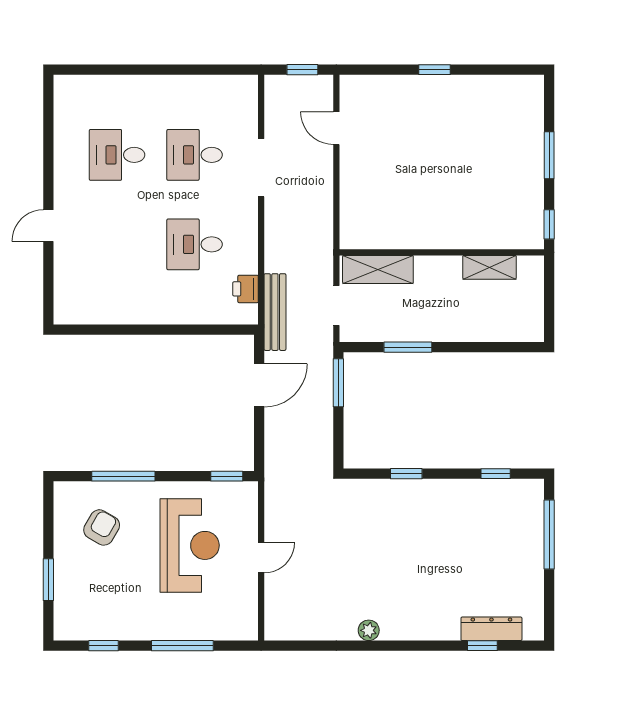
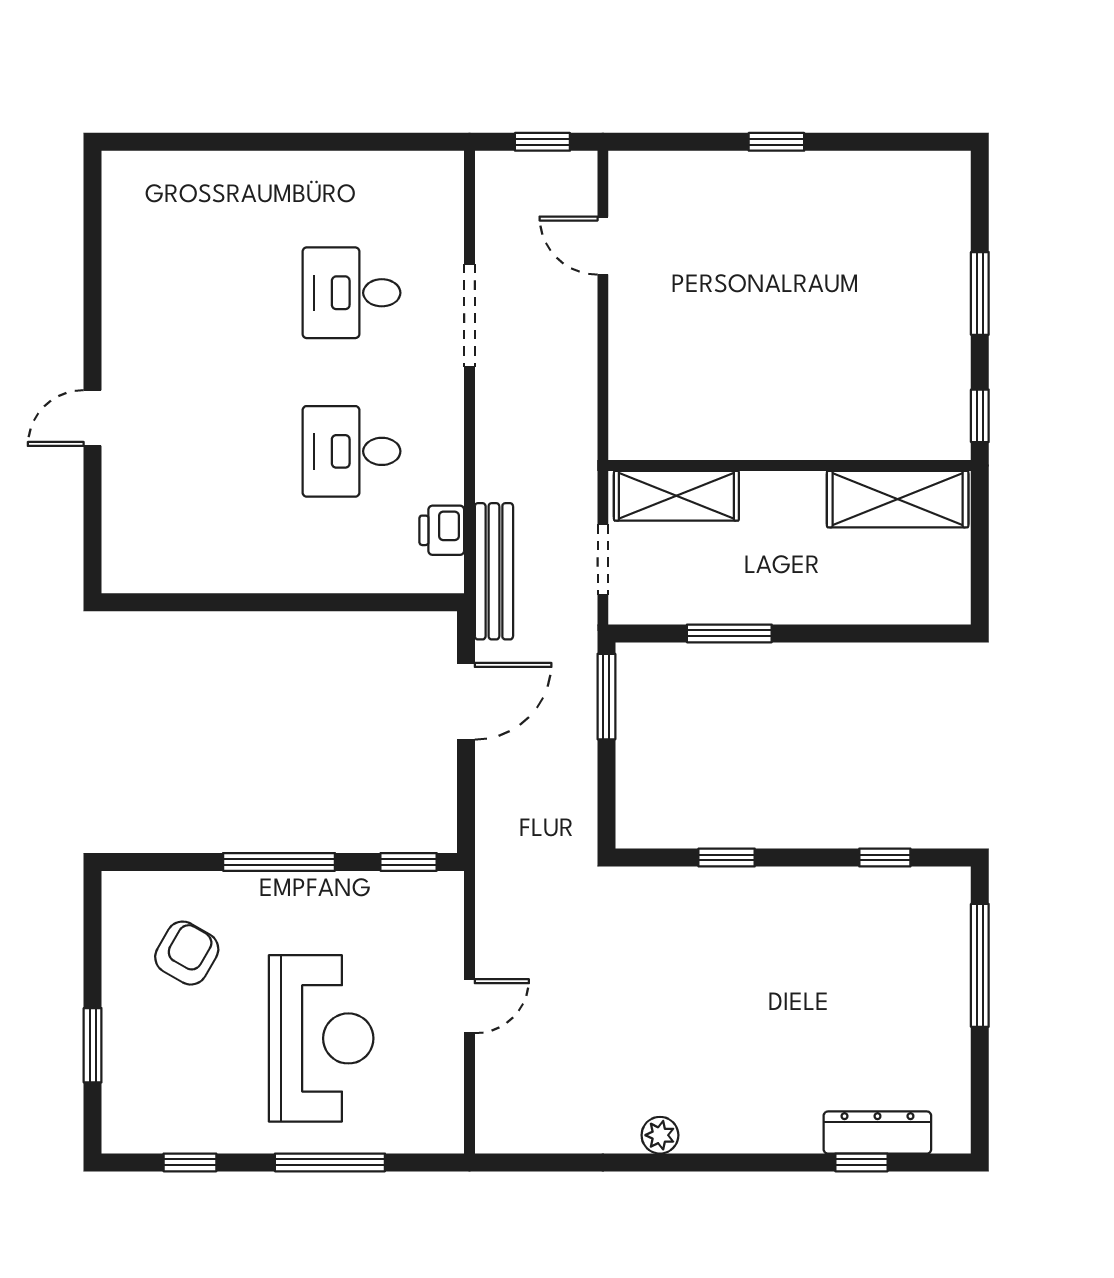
desk: (117, 155) -> (214, 293), removed
shelving: (489, 267) -> (898, 499), width x1.50, depth x1.33
window: (123, 476) -> (279, 862), moved
reception desk: (190, 545) -> (321, 1038), moved

